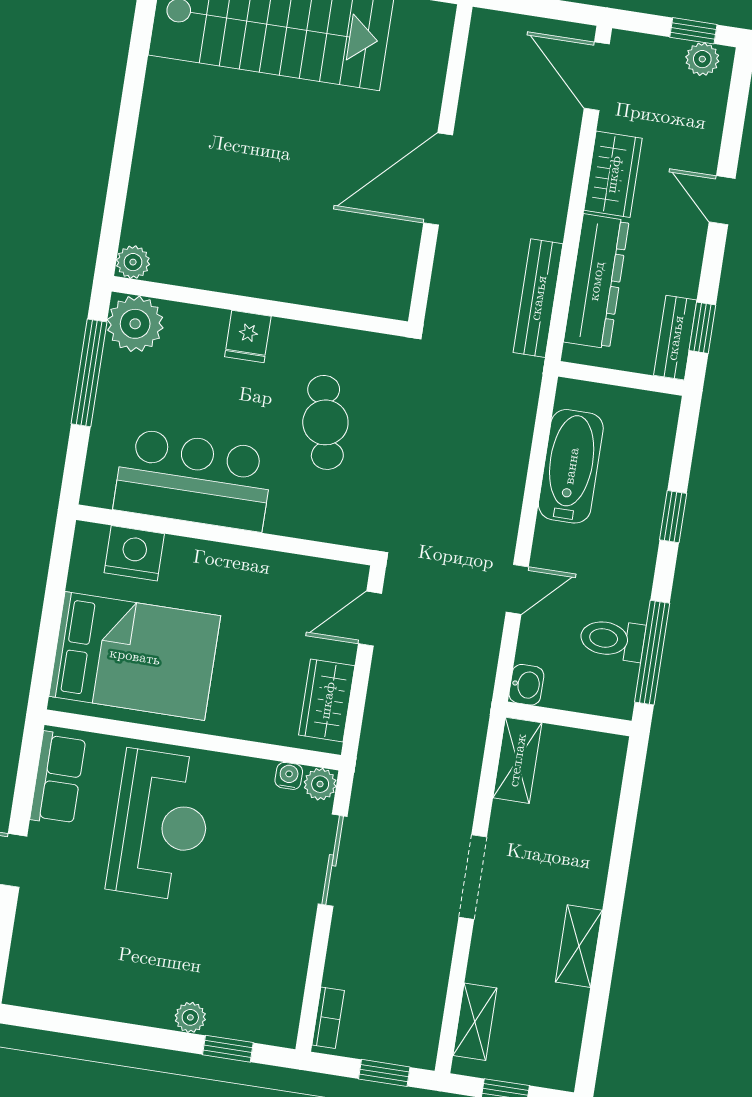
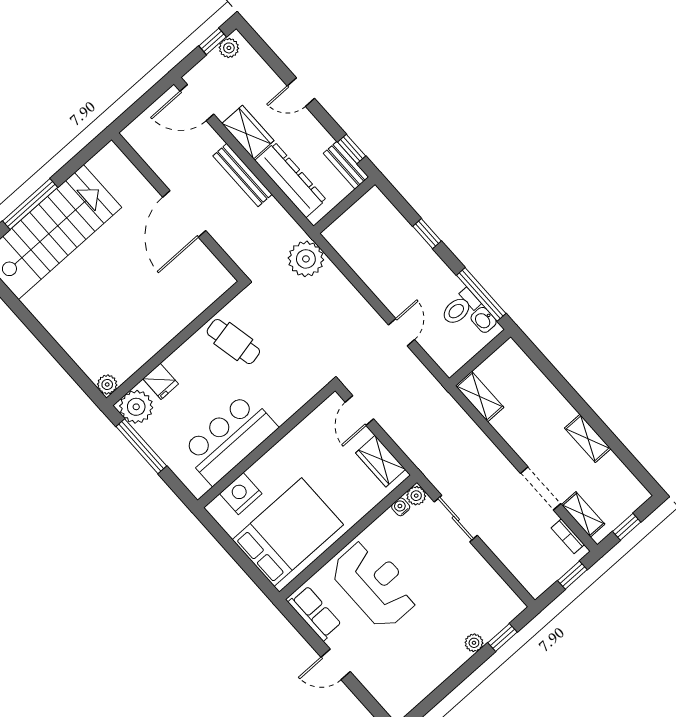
bench: (538, 298) -> (242, 175), moved
fridge: (248, 337) -> (161, 381), moved
plant: (510, 386) -> (306, 259), added
cafe table: (325, 422) -> (233, 342), moved
bathtub: (571, 466) -> (365, 261), removed
washbasin: (526, 685) -> (484, 320), moved, turned 180
doorway: (473, 877) -> (541, 488), moved
bookcase: (328, 1018) -> (568, 536), moved, turned 180

